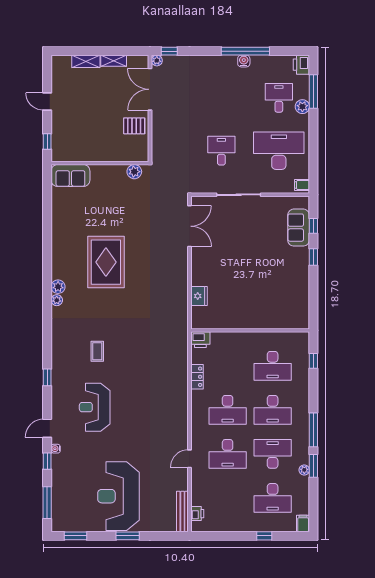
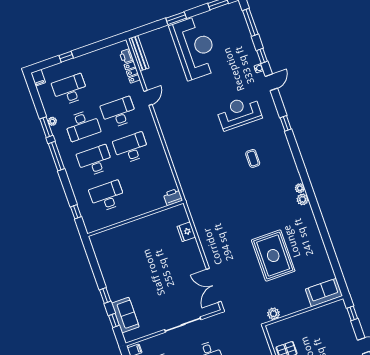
rug: (106, 262) -> (273, 256), moved
locker: (197, 377) -> (132, 72), moved
reception desk: (95, 407) -> (239, 113), turned -90

